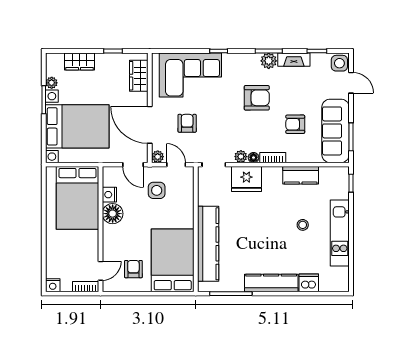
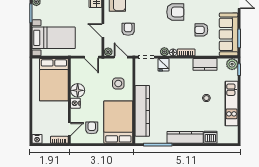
door: (150, 125) -> (103, 30), width x0.53
bed with nightstands: (77, 126) -> (54, 38), width x0.73
plant: (341, 175) -> (232, 64), added
fridge: (246, 179) -> (164, 65), width x0.53, depth x0.75
side table: (157, 190) -> (118, 83), moved
nightstand: (109, 195) -> (75, 103), moved

